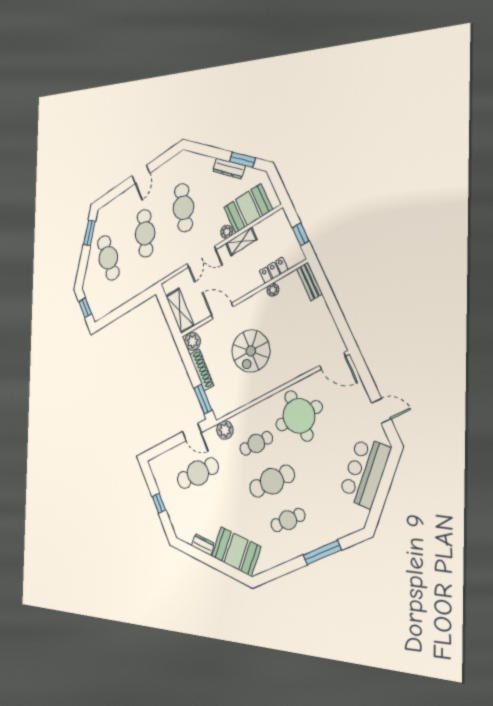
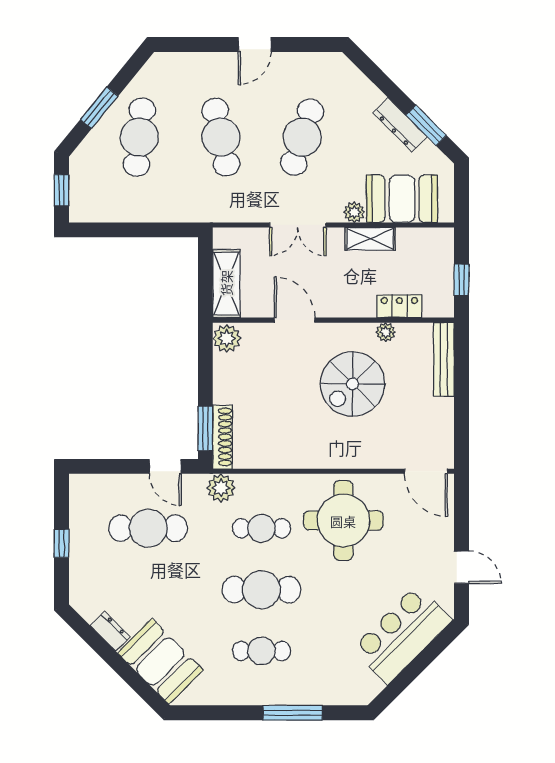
window: (89, 233) -> (99, 108), moved
cafe table: (145, 233) -> (221, 137), turned -33
bench: (309, 281) -> (444, 359), width x1.36
spiral stairs: (251, 351) -> (353, 384), moved
shoe rack: (202, 370) -> (223, 437), moved

